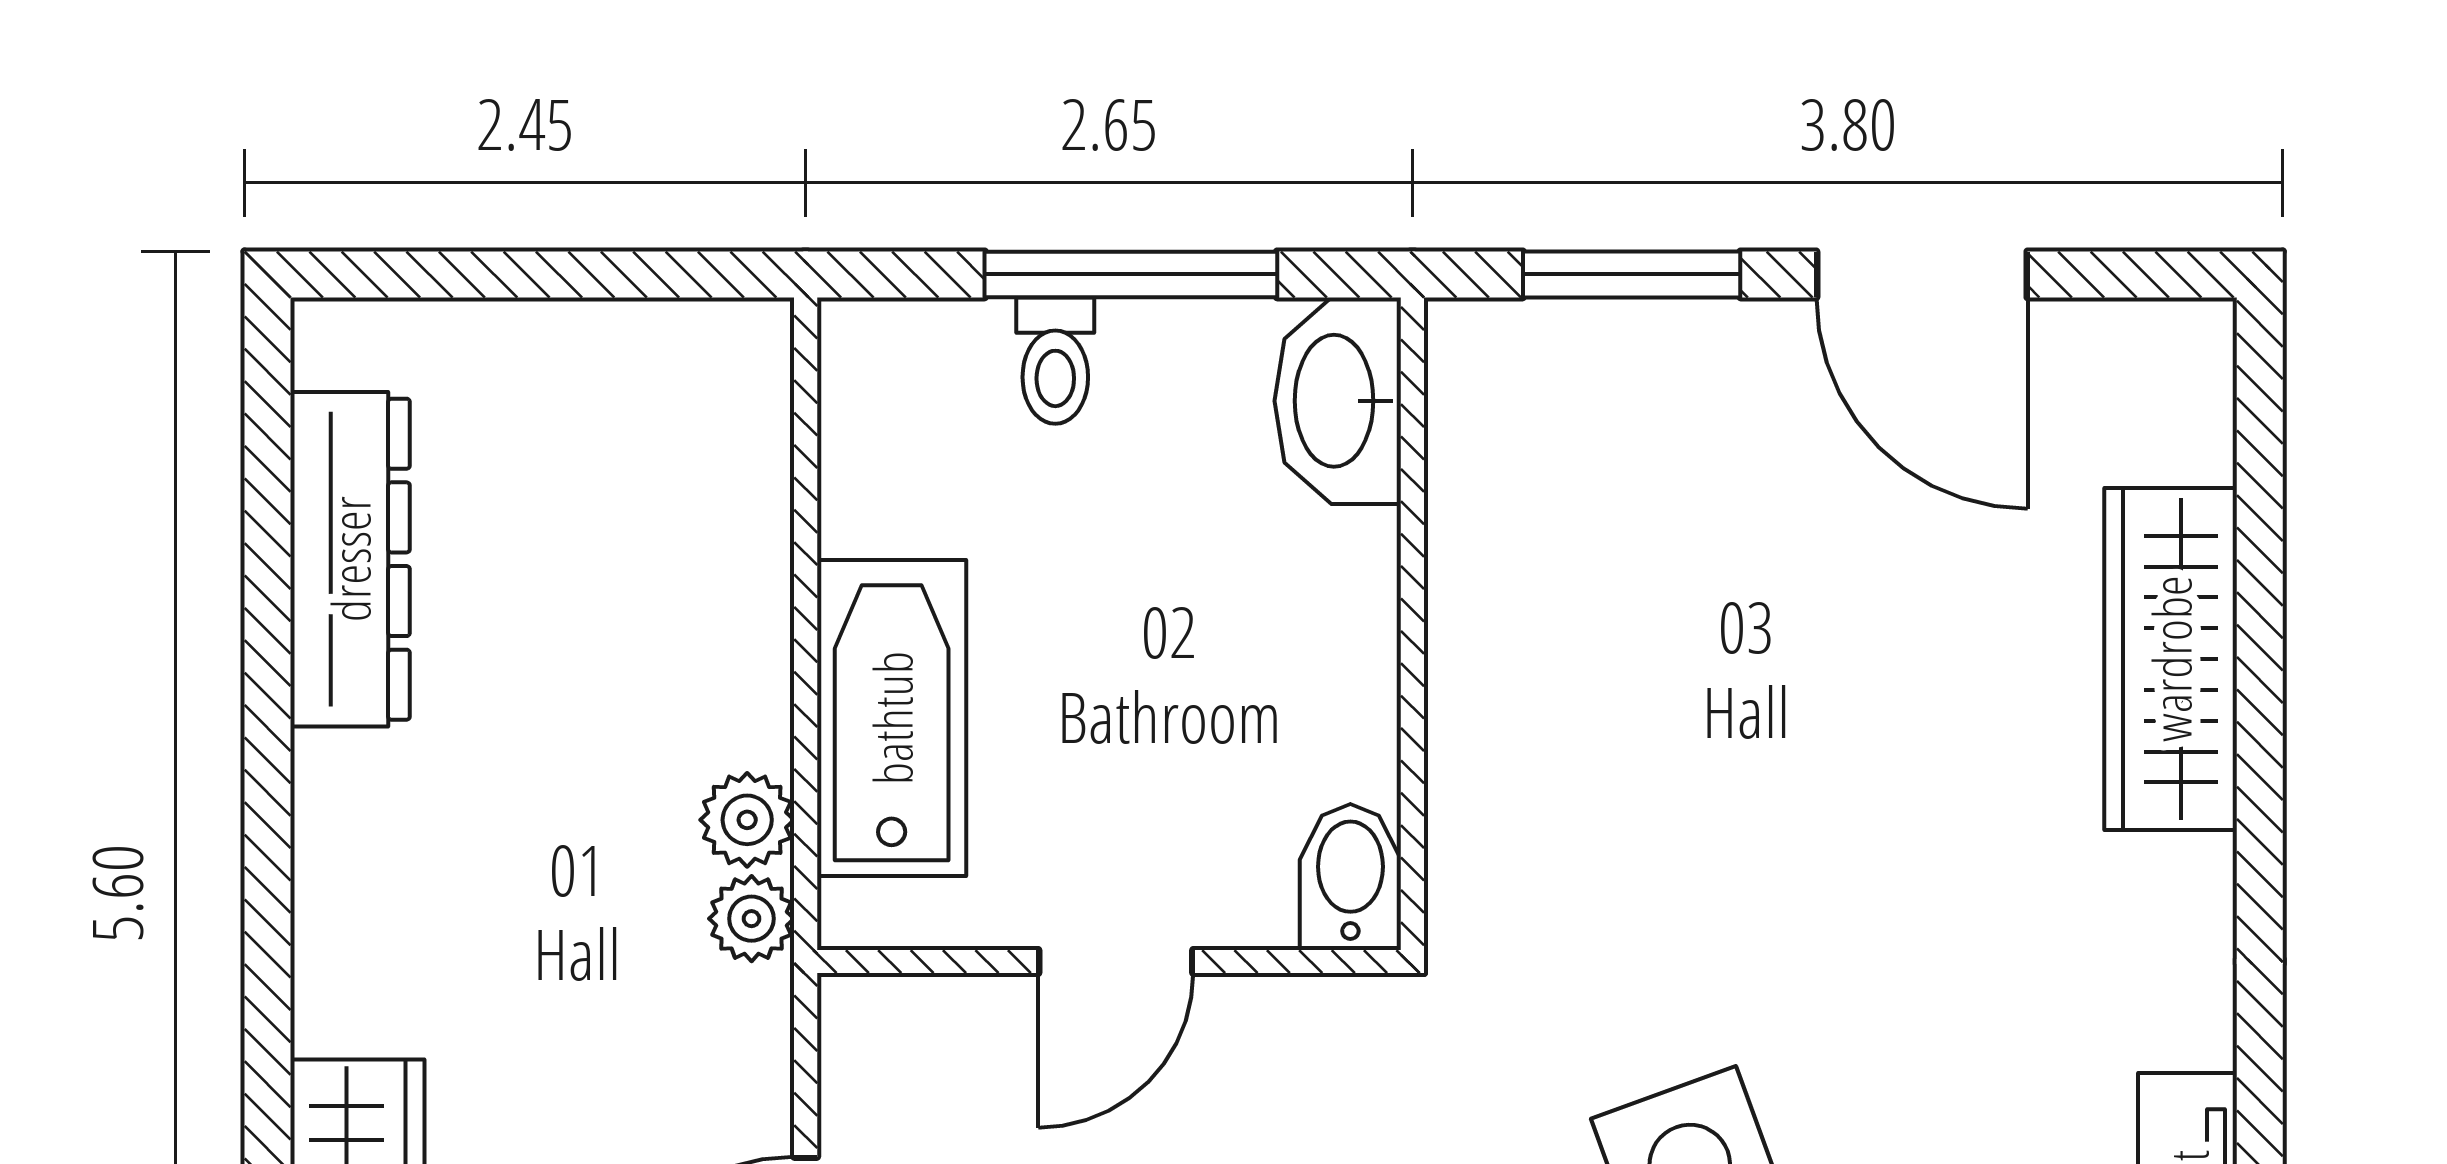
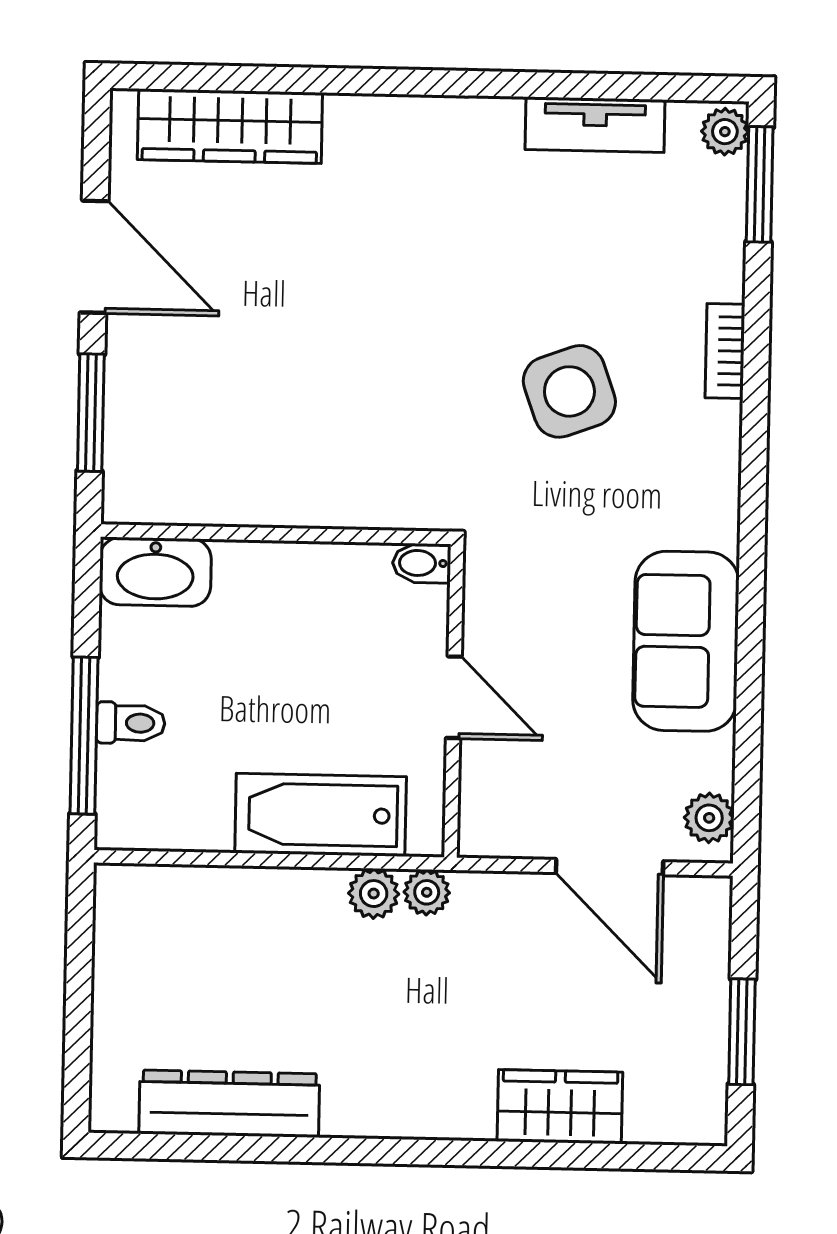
window: (1131, 274) -> (84, 736), moved
door: (1922, 274) -> (94, 257), hinge flipped
wardrobe: (2171, 659) -> (230, 126), moved
bidet: (1350, 877) -> (422, 563), width x0.72, depth x0.74

